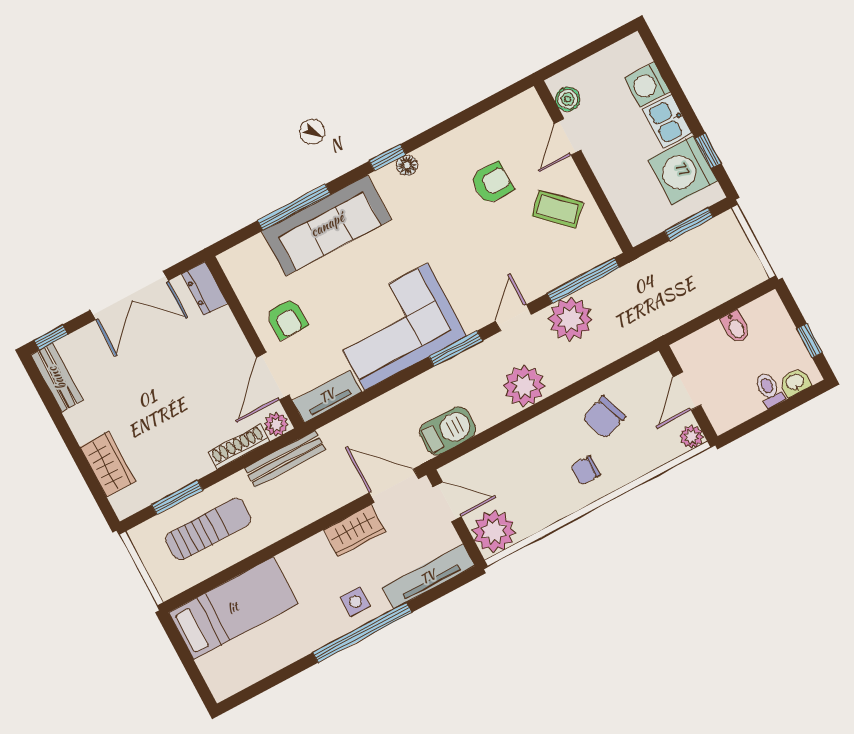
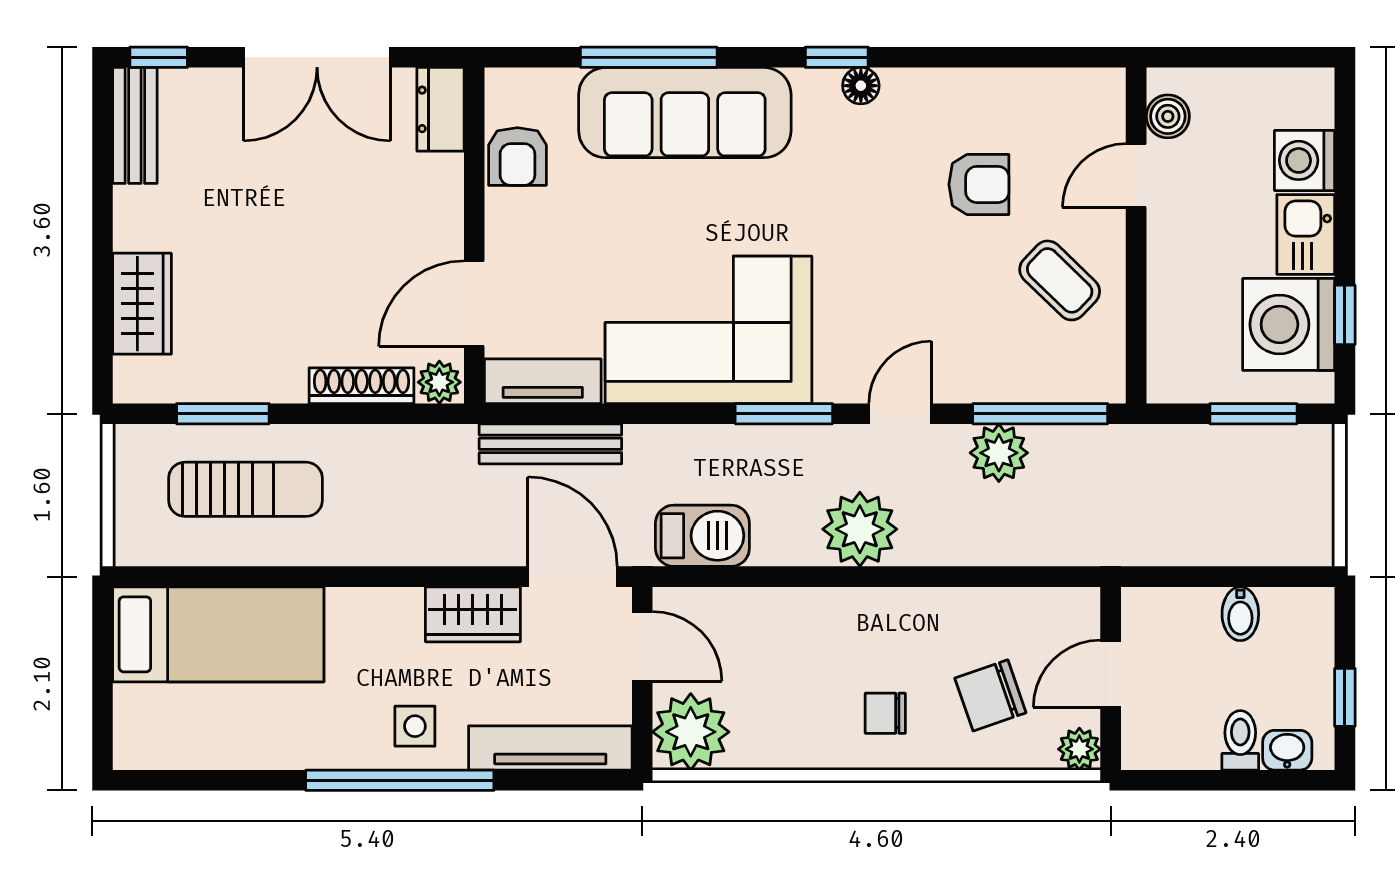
armchair: (287, 319) -> (517, 156), moved
plant: (570, 319) -> (999, 453), width x0.73, depth x0.73
chair: (604, 417) -> (990, 695), moved
bench: (285, 459) -> (550, 444), moved

